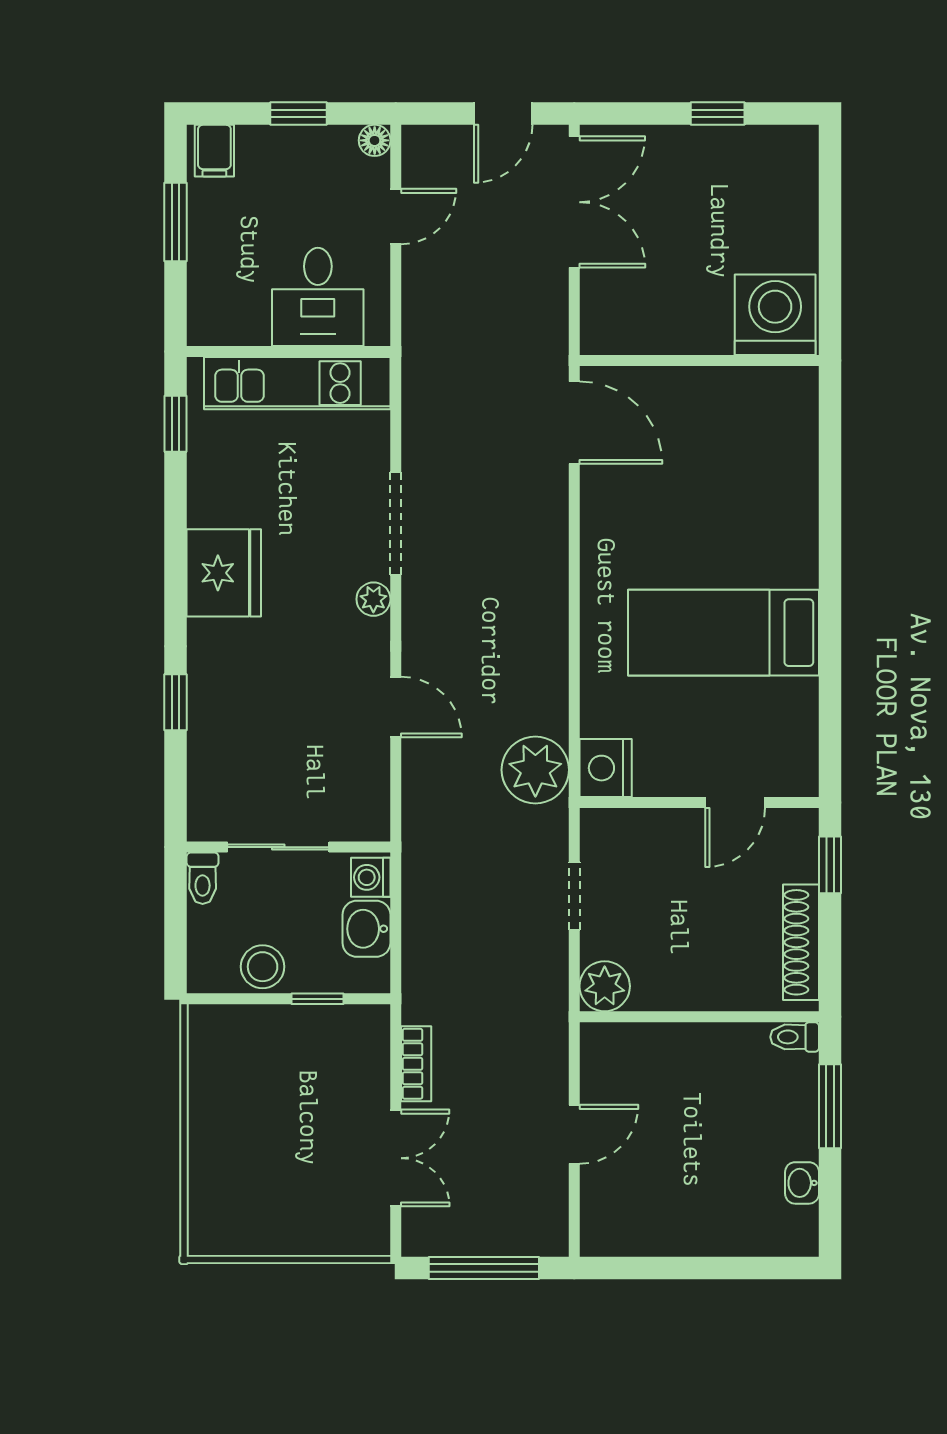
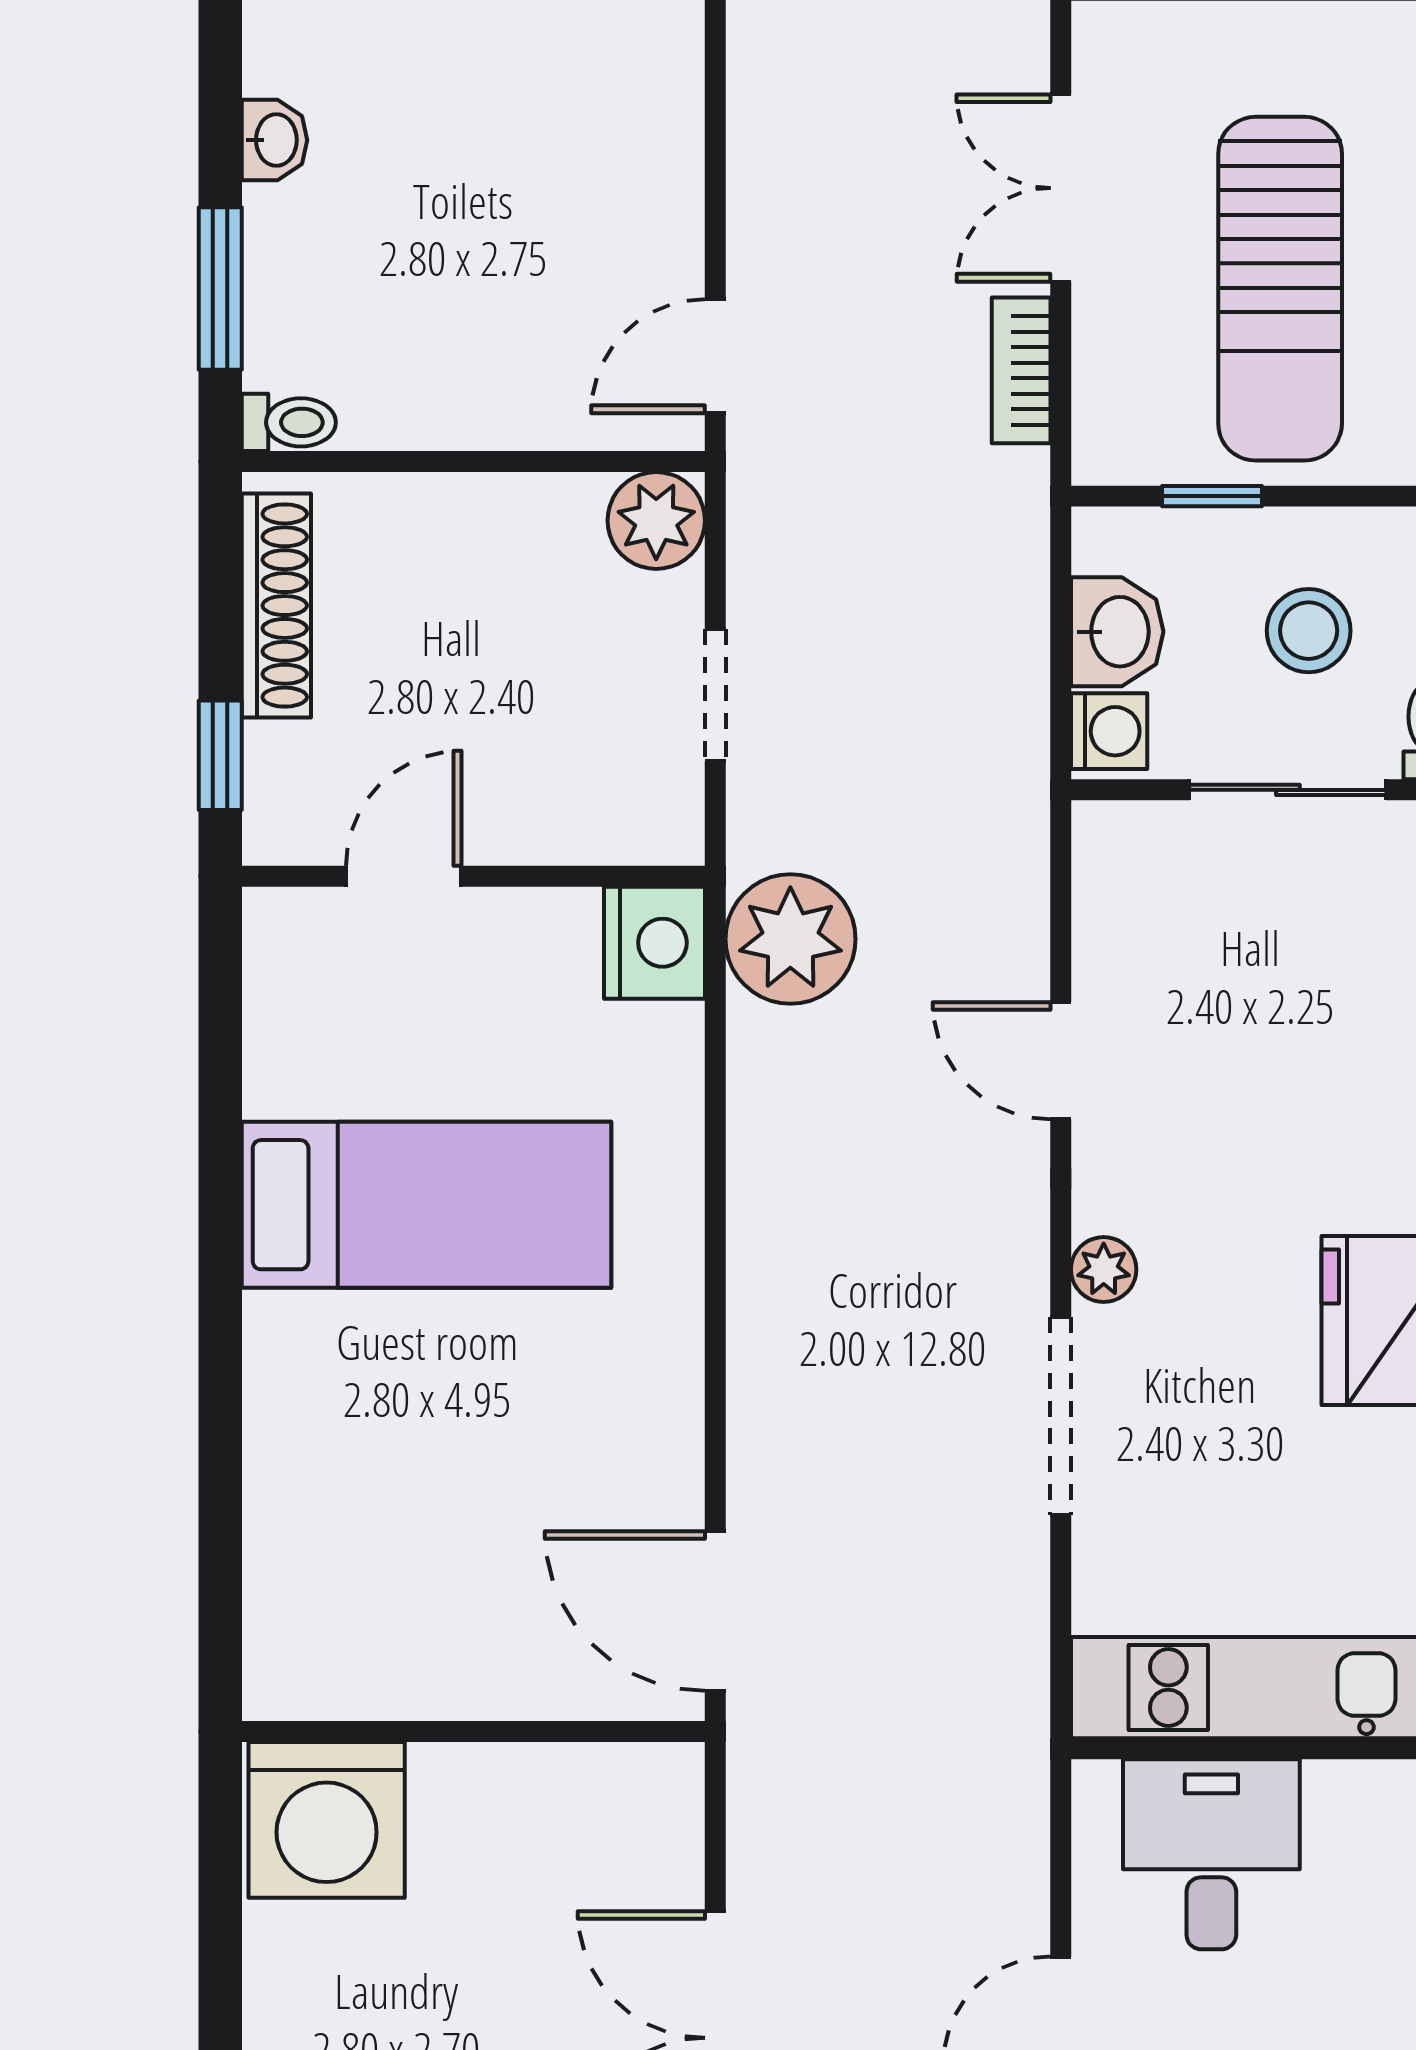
stool: (263, 967) -> (1309, 631), moved
sun lounger: (282, 1106) -> (1280, 289), added
door: (574, 1134) -> (715, 356), moved

